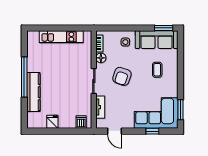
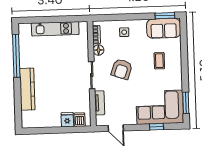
sofa: (157, 40) -> (164, 28), width x0.73
window: (24, 77) -> (16, 56), moved
fridge: (52, 122) -> (67, 120), moved

